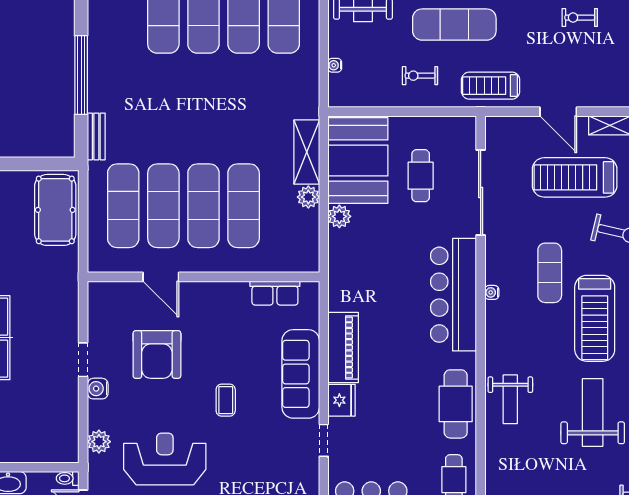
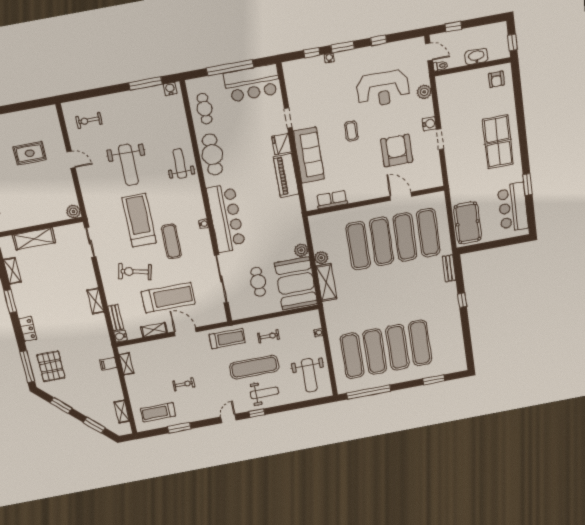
window: (81, 75) -> (462, 300), width x0.32

